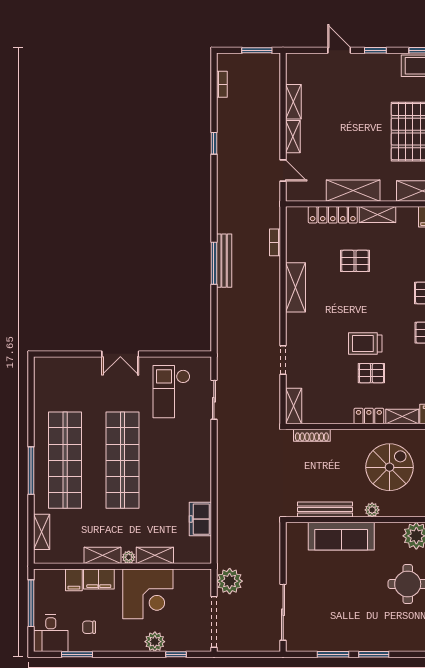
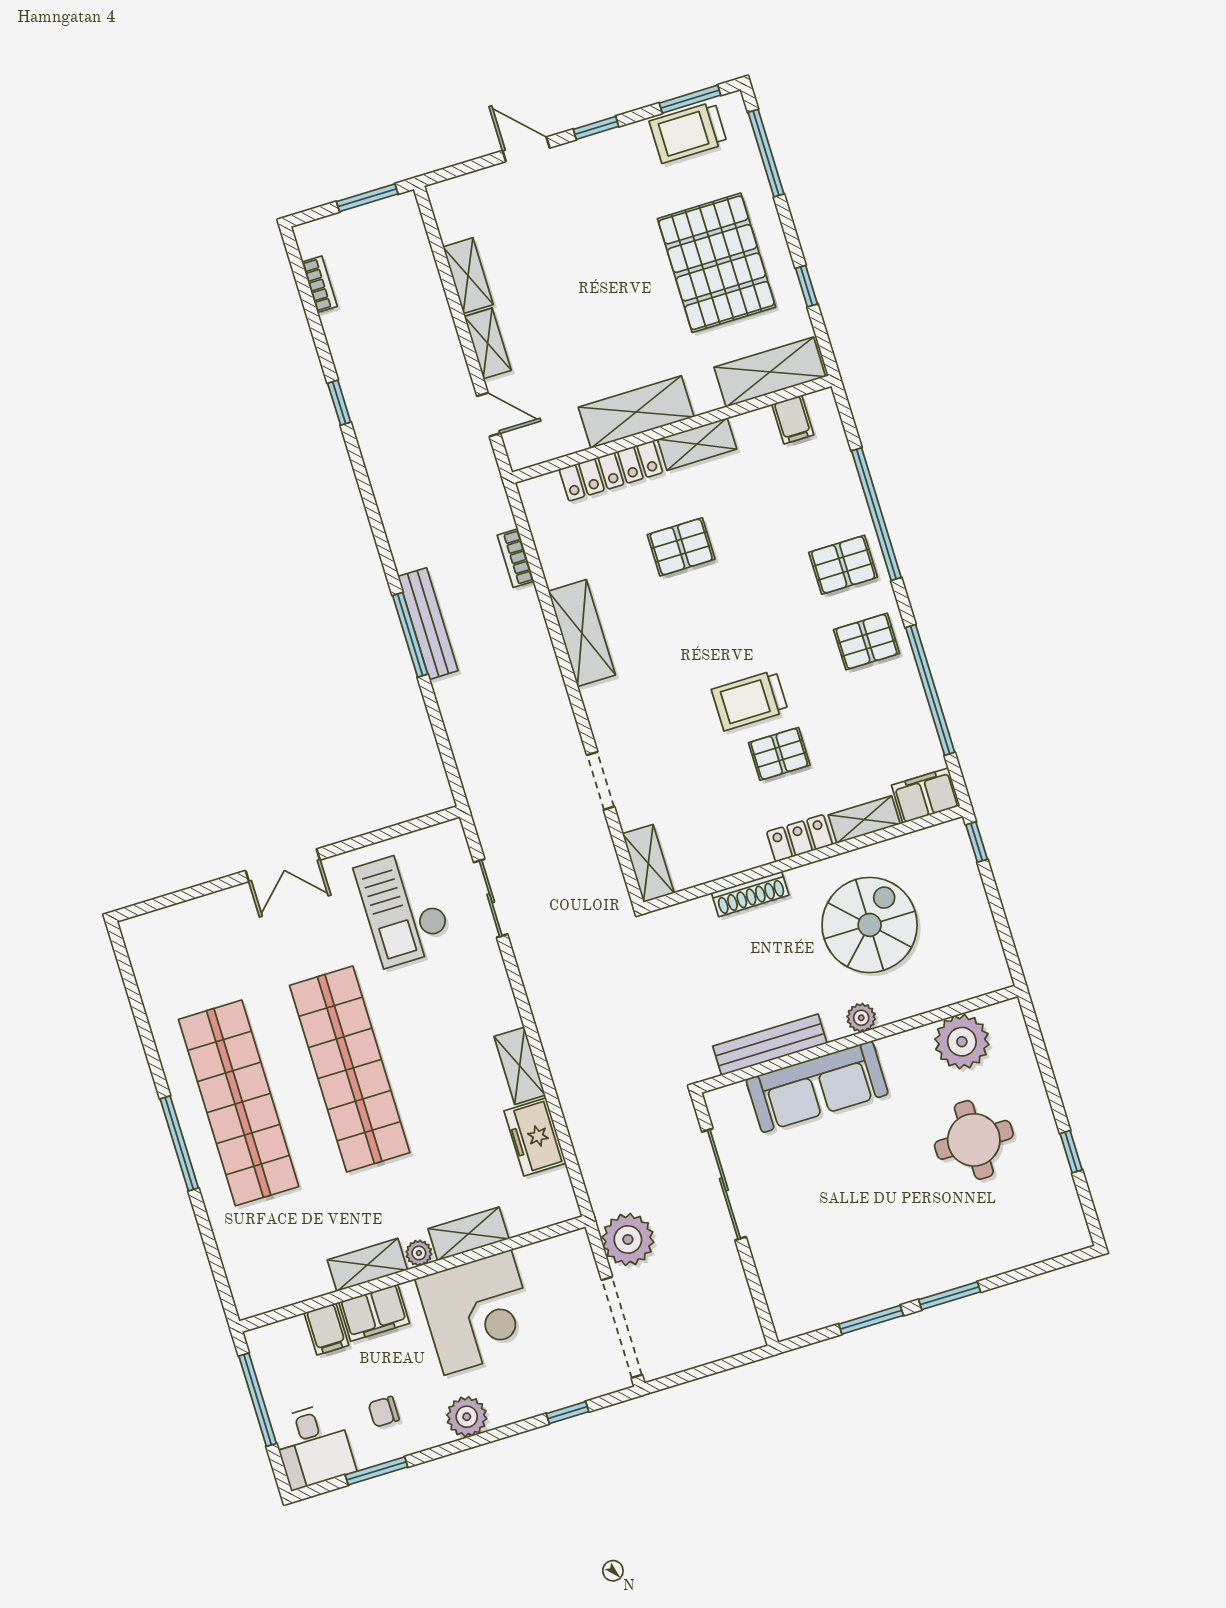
shoe rack: (312, 435) -> (750, 894), moved
shelving: (42, 532) -> (520, 1066), moved
sliding door: (283, 612) -> (724, 1184), moved
plant: (155, 642) -> (467, 1417), moved

